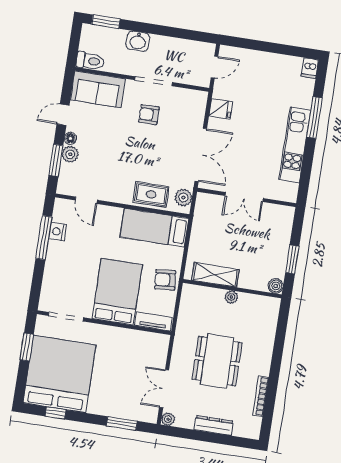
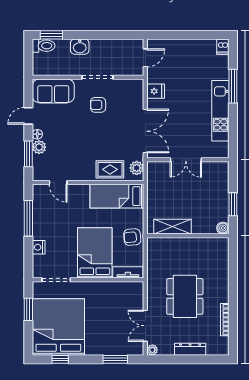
toilet: (90, 61) -> (44, 46), moved
nightstand: (58, 232) -> (39, 247), moved
plant: (231, 297) -> (188, 243), removed

